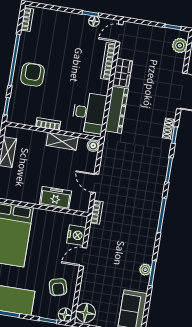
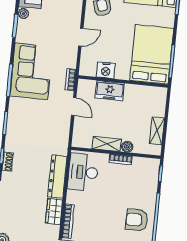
armchair: (33, 75) -> (137, 220), moved, turned 90
boiler: (93, 146) -> (127, 147), moved
corner sofa: (138, 223) -> (31, 71), added
nightstand: (76, 235) -> (106, 70), moved, turned -90
plant: (145, 270) -> (23, 13), moved

